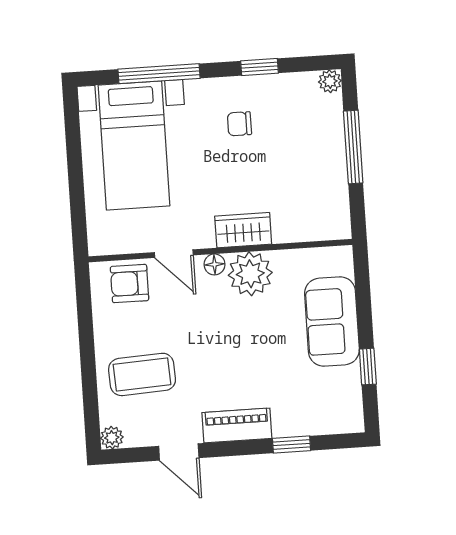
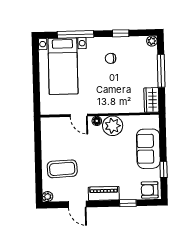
wardrobe: (243, 230) -> (151, 100), moved, turned -90
armchair: (130, 284) -> (150, 190), moved

